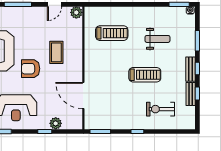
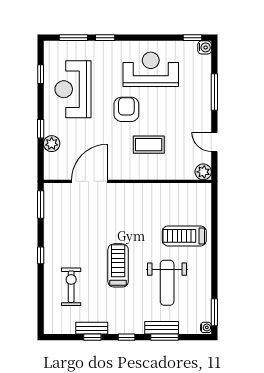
treadmill: (112, 33) -> (184, 236), moved, turned 90
weight bench: (157, 39) -> (167, 283), width x1.36, depth x1.33
bench: (190, 69) -> (162, 328), moved
treadmill: (145, 75) -> (118, 265), turned 180

